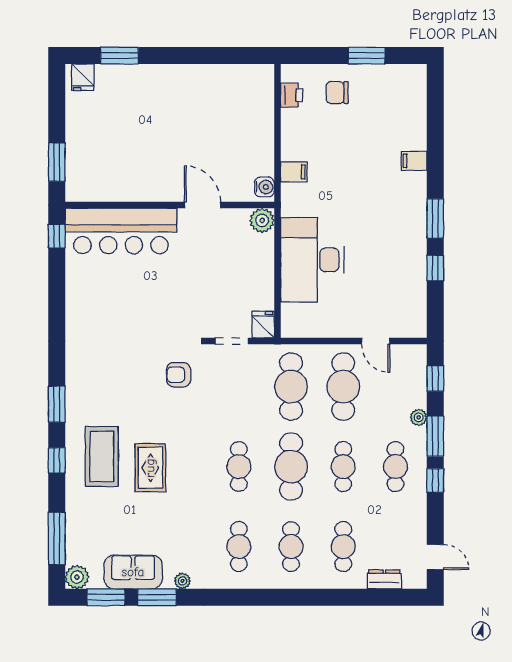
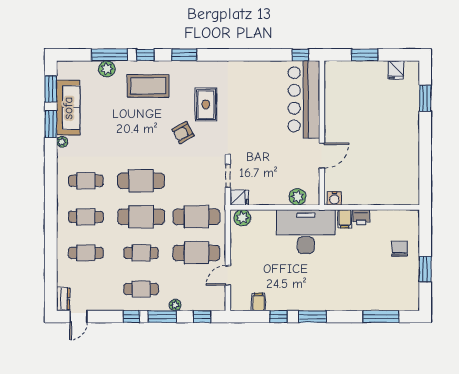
fridge: (83, 77) -> (396, 70), moved, turned -90
printer: (291, 95) -> (361, 217), moved
window: (435, 120) -> (381, 317), added
filing cabinet: (414, 161) -> (258, 302), moved
window: (57, 162) -> (365, 55), moved
plant: (262, 220) -> (297, 197), moved
desk: (312, 260) -> (306, 231), moved
plant: (292, 320) -> (242, 218), added
armchair: (179, 375) -> (183, 133), moved, turned -119
cafe table: (239, 467) -> (141, 181), width x1.37, depth x1.35
rug: (150, 468) -> (206, 104), moved, turned 90
window: (57, 538) -> (110, 55), moved
sofa: (133, 572) -> (68, 108), width x1.36
plant: (77, 577) -> (107, 69), moved
dresser: (384, 579) -> (63, 299), moved

